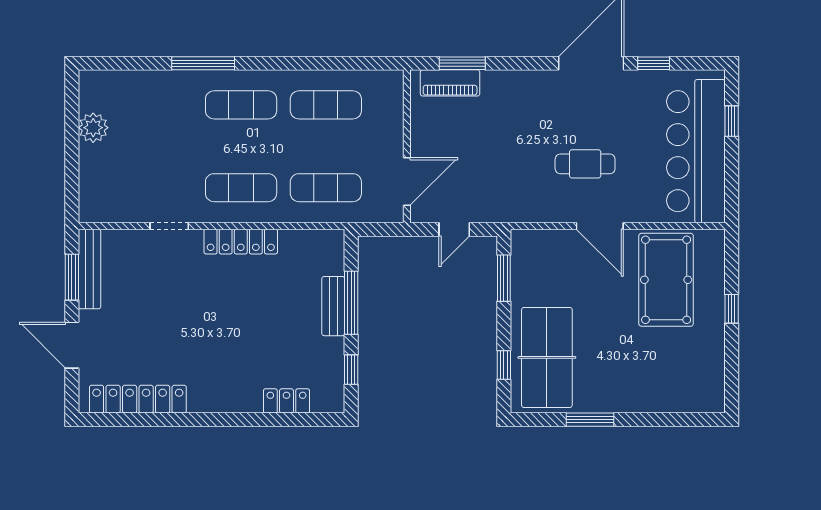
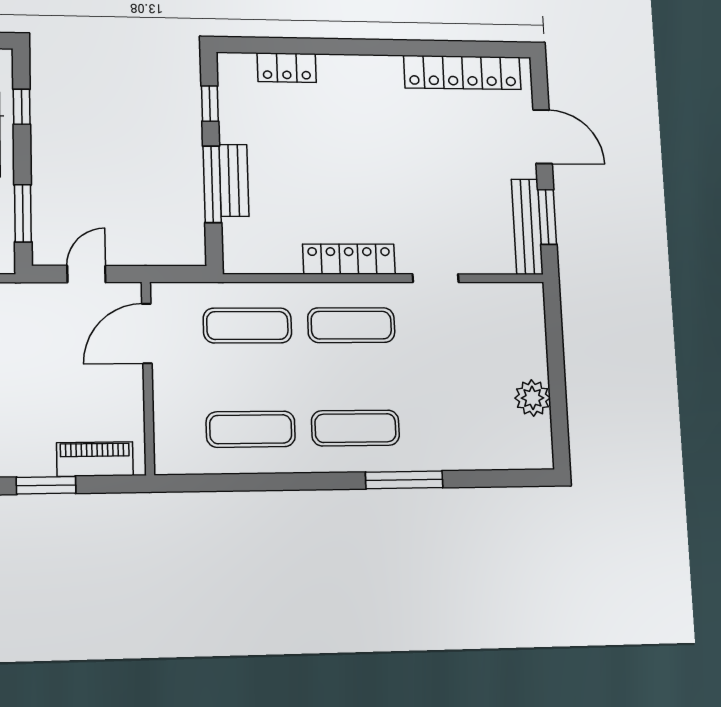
window: (462, 63) -> (46, 485), moved

